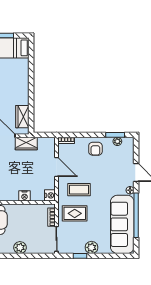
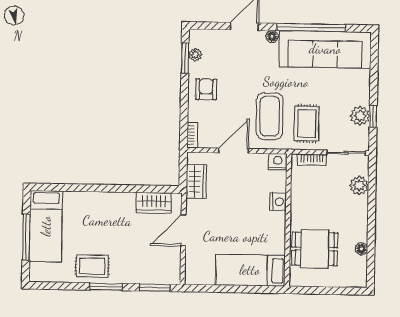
wardrobe: (26, 143) -> (196, 181), moved
armchair: (95, 149) -> (206, 89), turned -90
coffee table: (79, 190) -> (270, 116), width x1.36, depth x1.32
plant: (91, 247) -> (360, 116), moved
plant: (20, 248) -> (359, 185), moved

